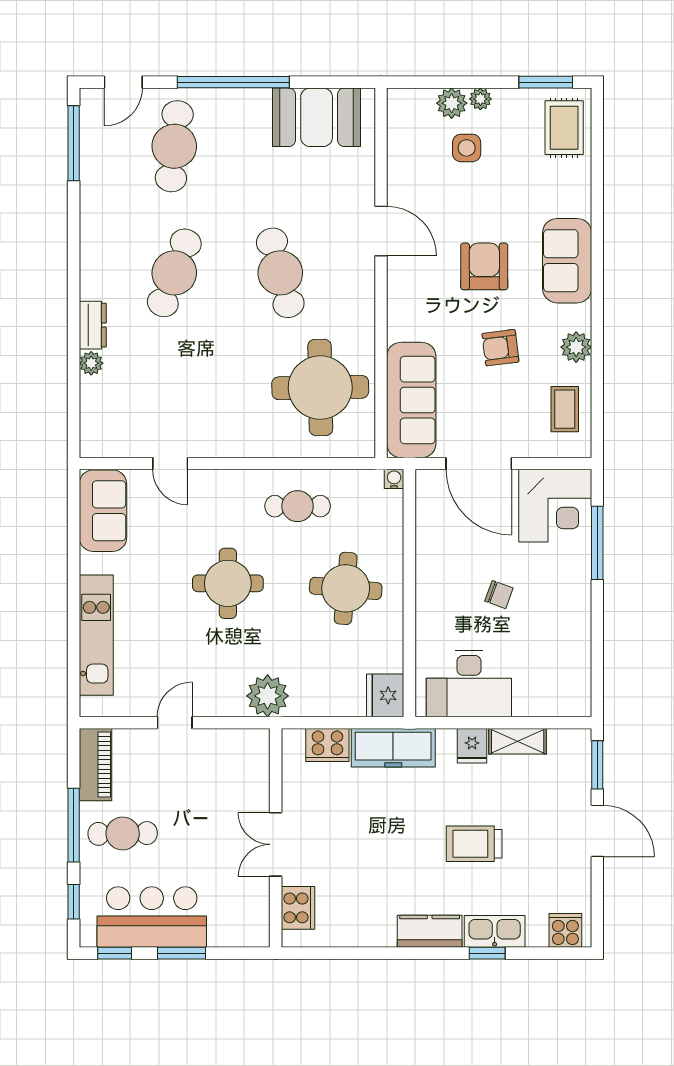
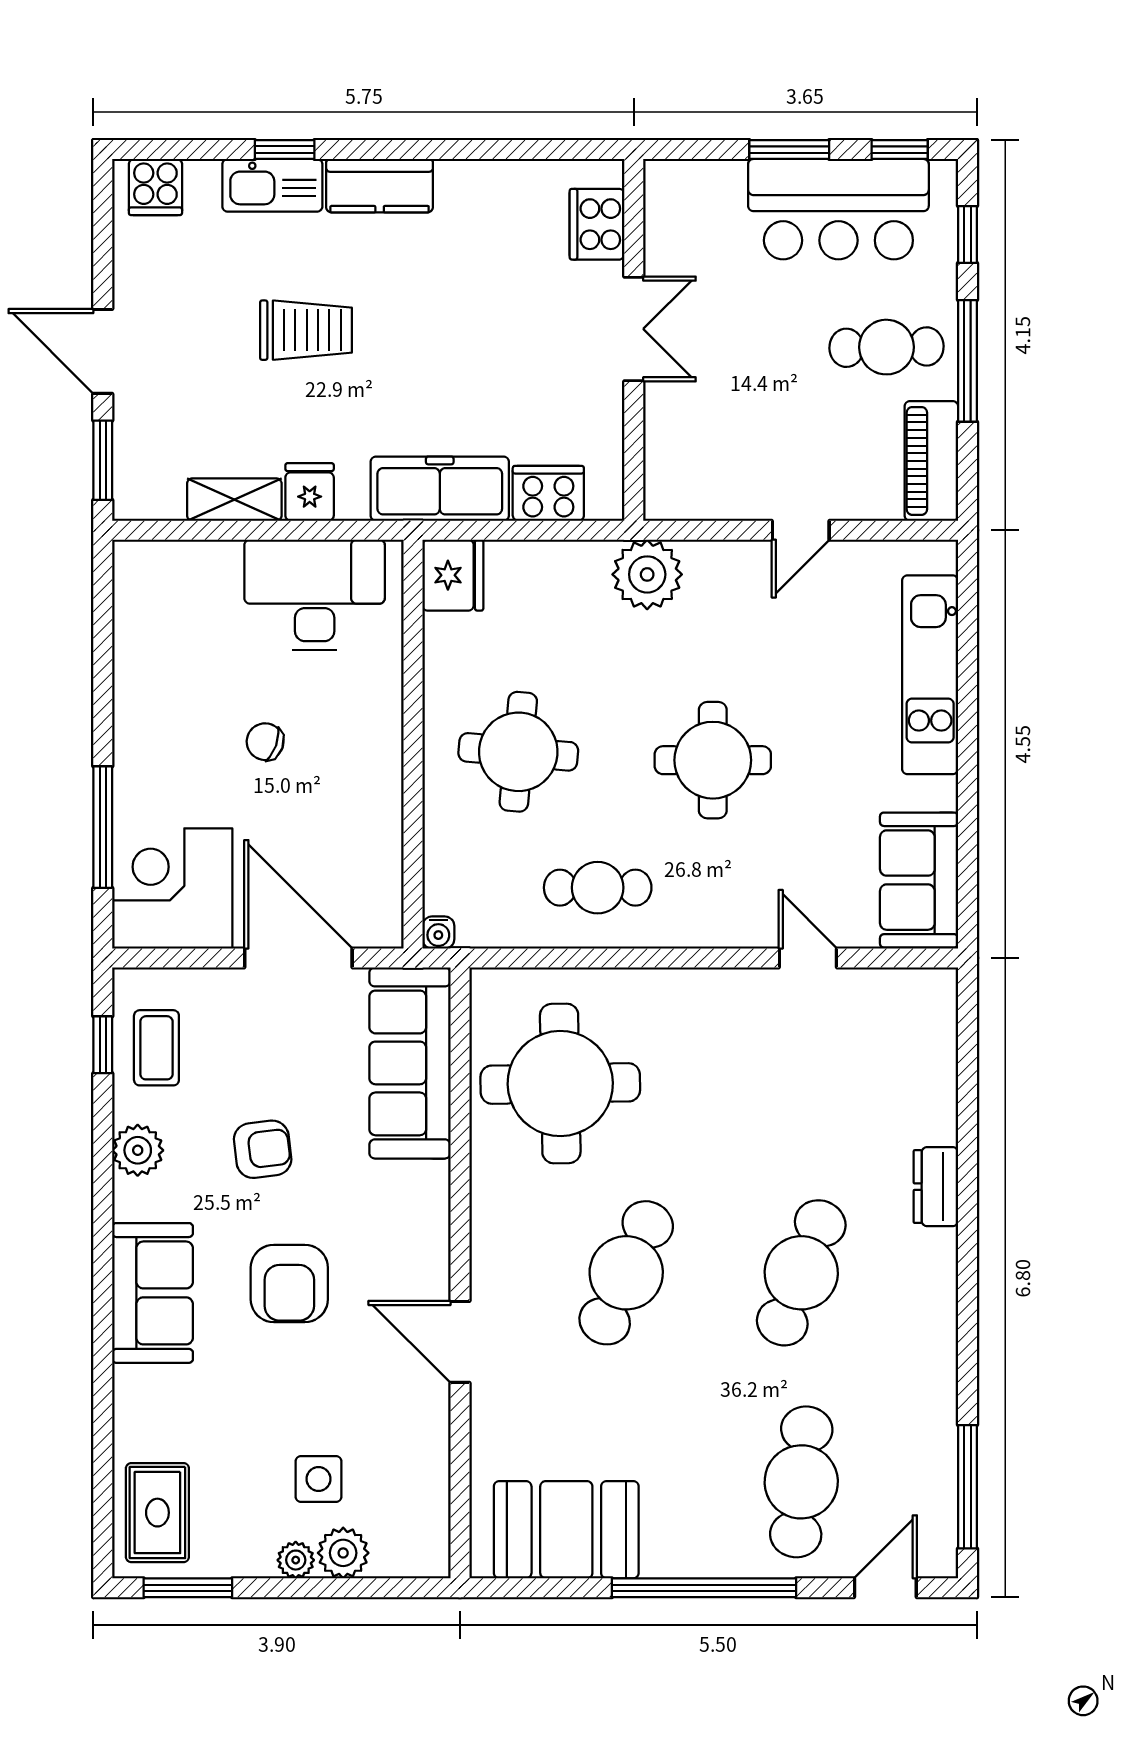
cafe table: (280, 273) -> (626, 1273), turned 39
plant: (91, 363) -> (938, 1124), removed
window: (597, 411) -> (103, 1045), added

